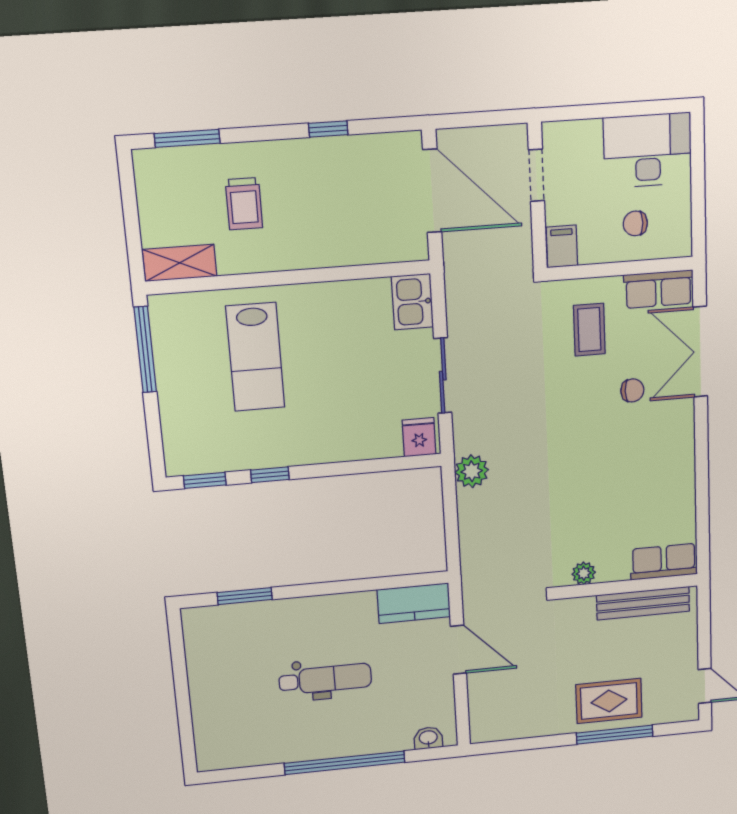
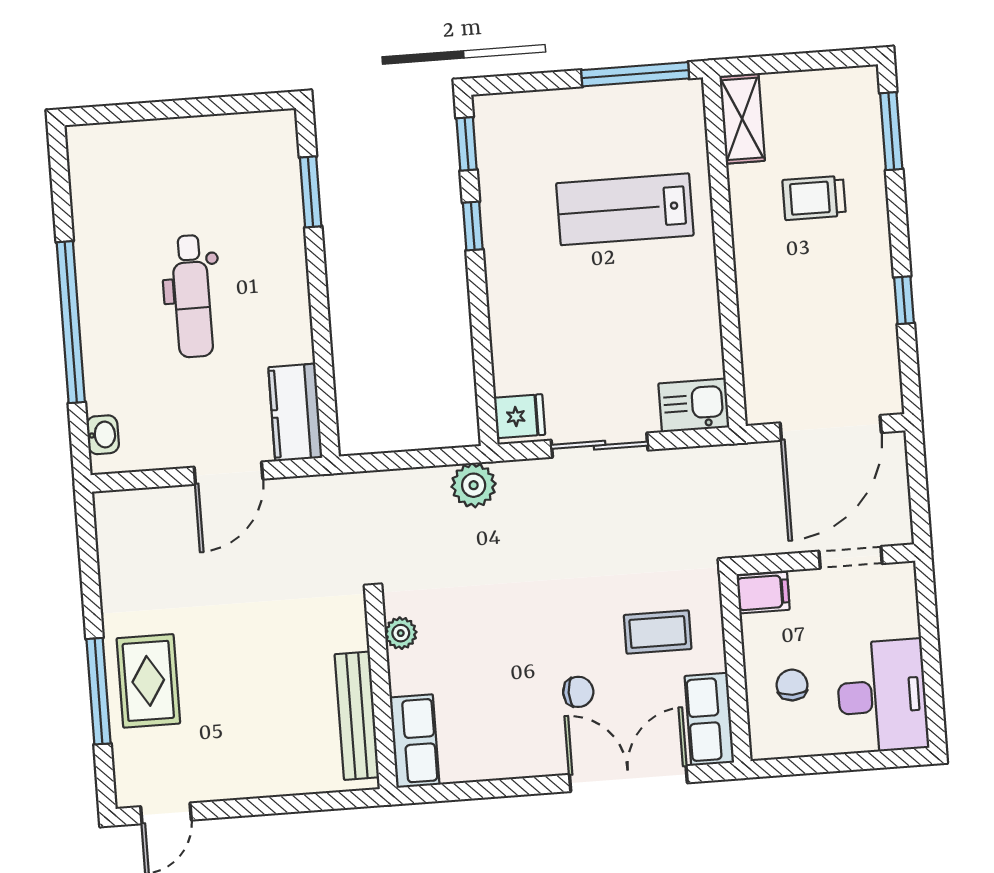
chair: (632, 390) -> (578, 692), turned -90
row of seats: (664, 562) -> (415, 741), moved
plant: (584, 573) -> (401, 633), moved
wall: (629, 586) -> (381, 695), moved
bench: (643, 603) -> (357, 716), moved

